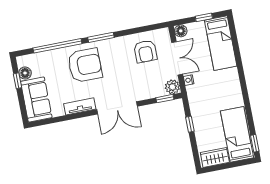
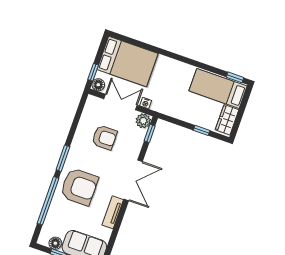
window: (204, 17) -> (93, 72), moved
bed: (221, 43) -> (128, 62), width x1.50
armchair: (145, 51) -> (104, 137), moved
armchair: (85, 65) -> (79, 187), turned 90
window: (190, 124) -> (202, 130), moved

